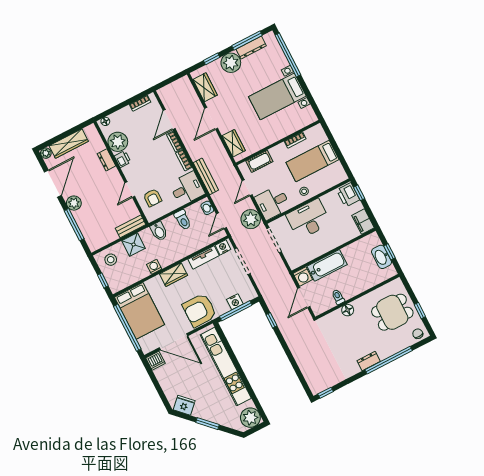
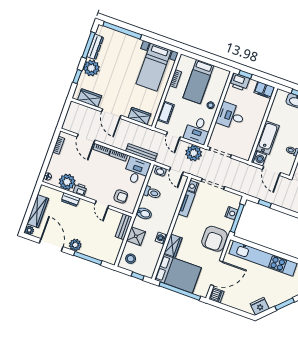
bed with nightstands: (277, 96) -> (154, 67), moved
desk: (308, 219) -> (231, 116), width x0.73
wardrobe: (173, 275) -> (173, 246), moved

